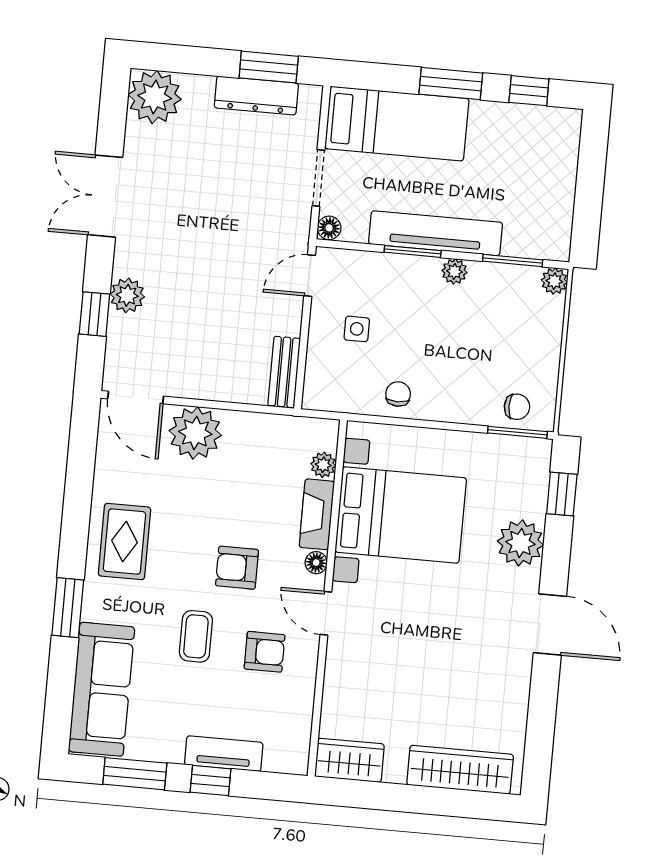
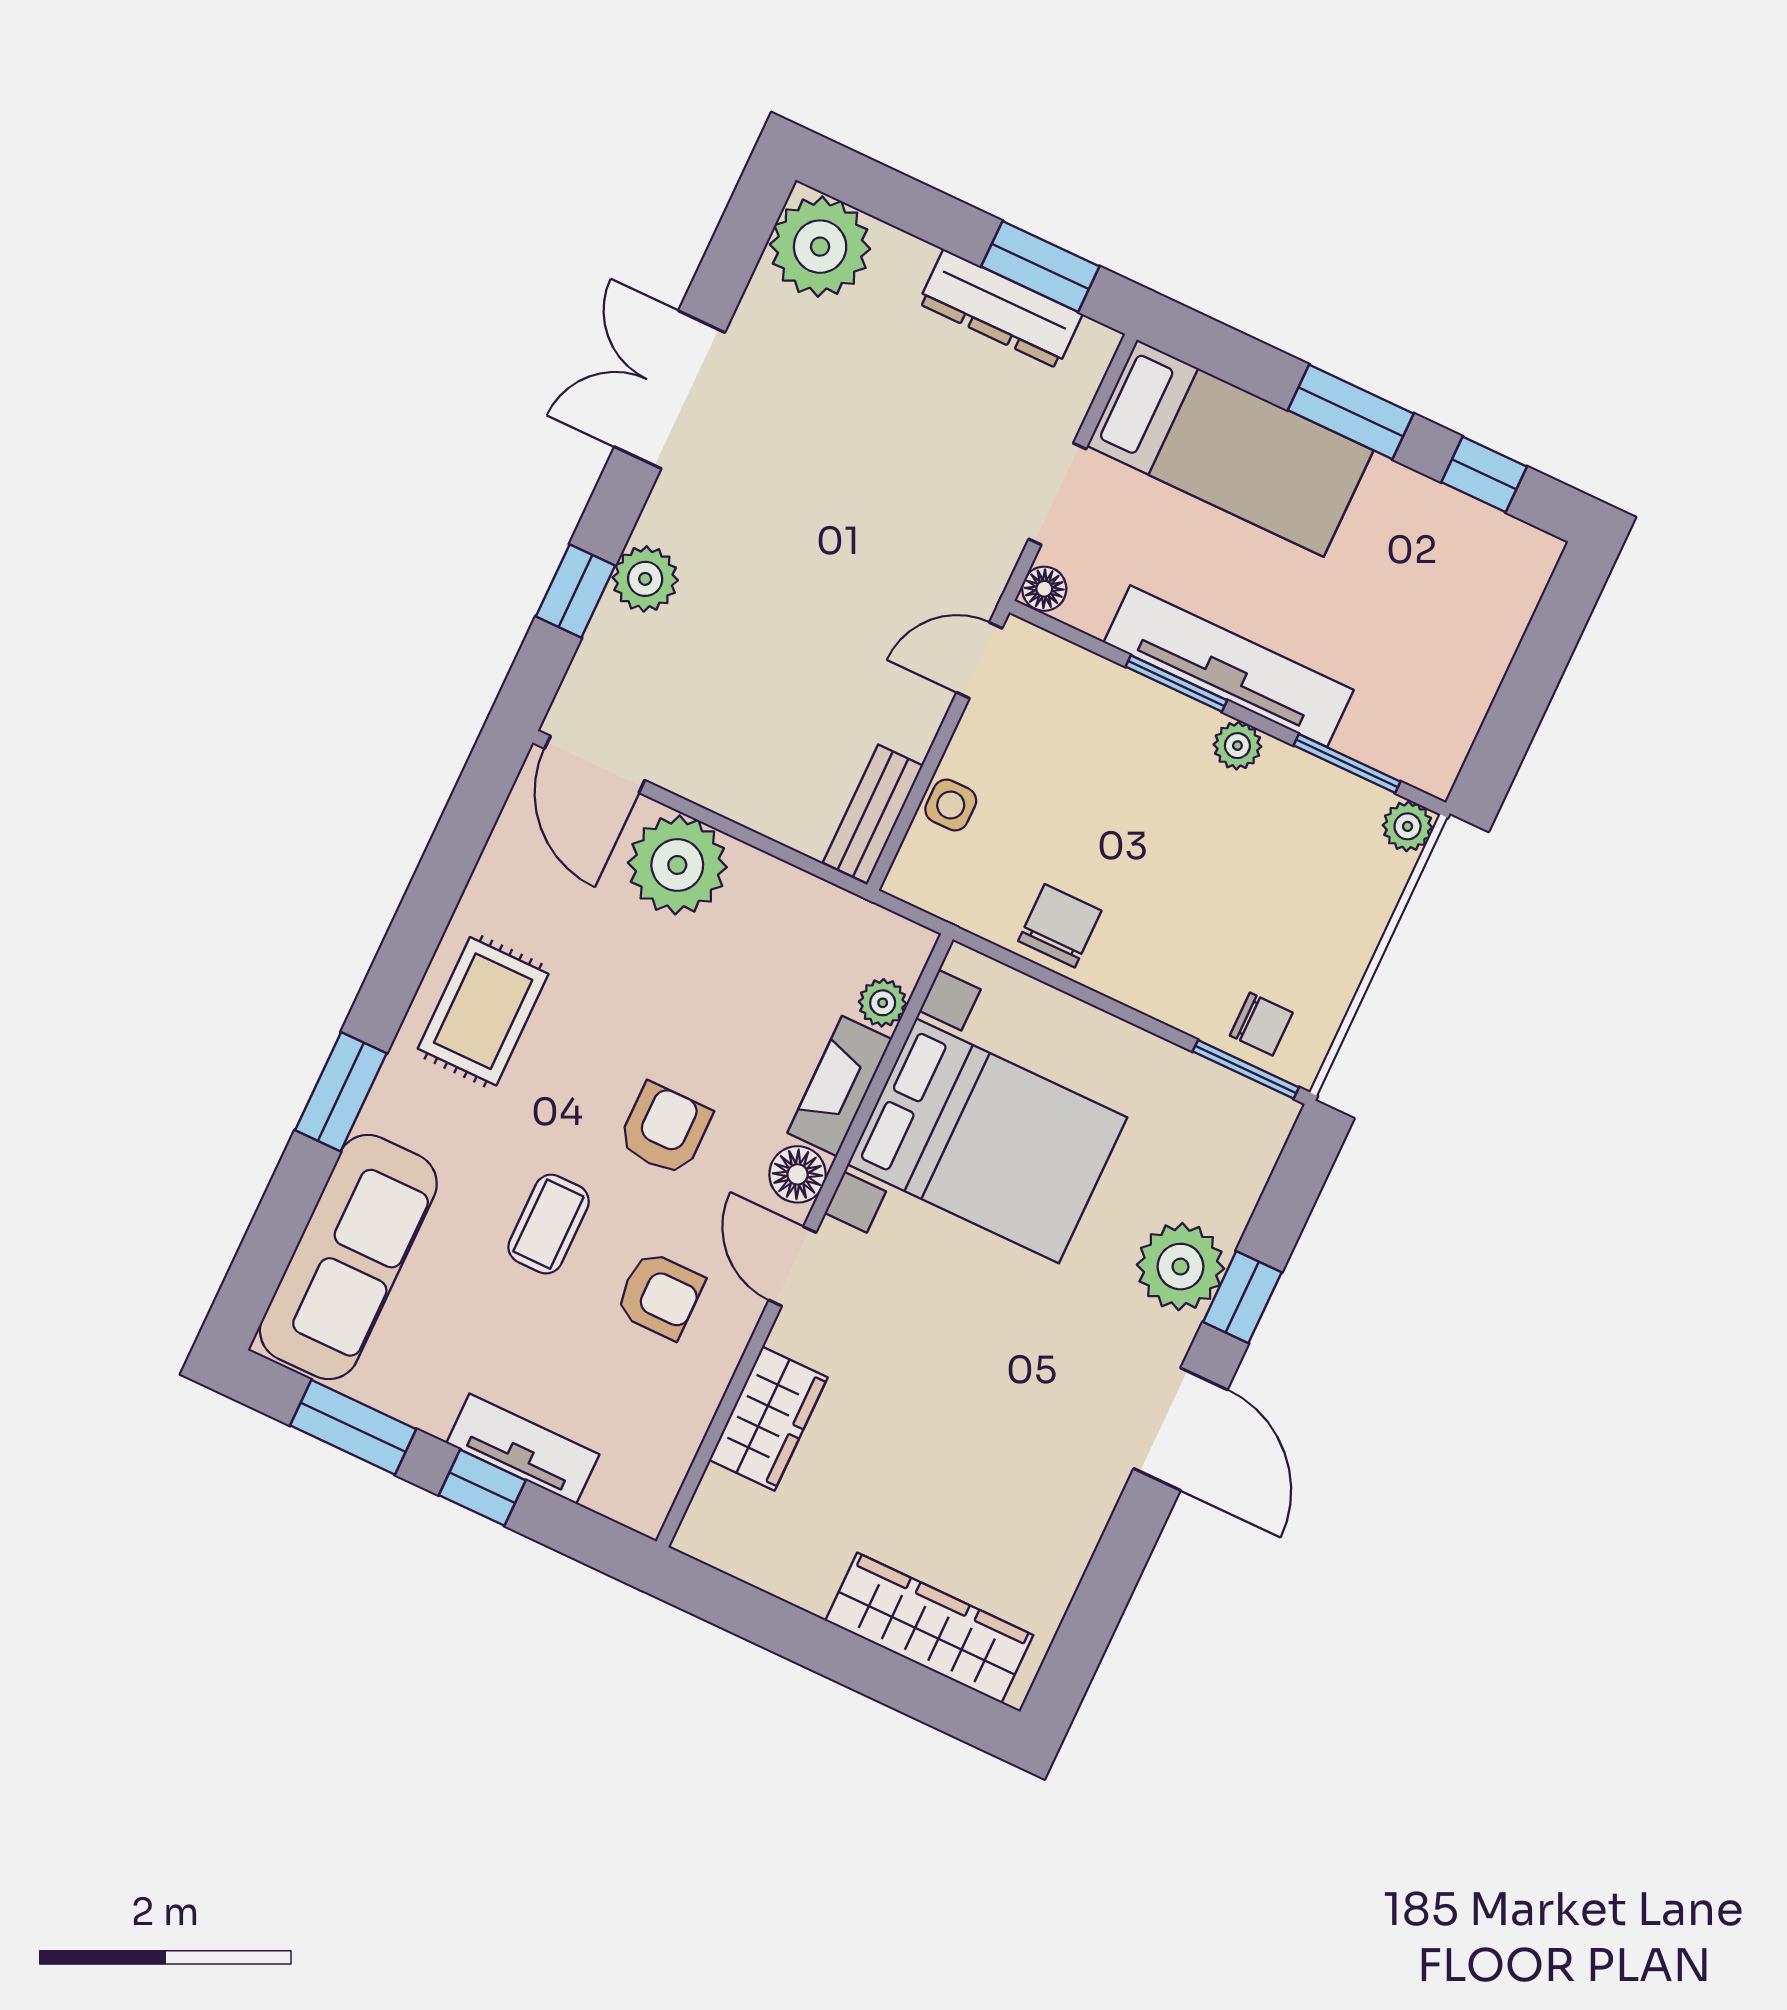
side table: (357, 329) -> (951, 805), moved
chair: (398, 394) -> (1060, 926), width x1.37, depth x1.37
window: (562, 494) -> (1242, 1297), moved
floor lamp: (316, 563) -> (798, 1174), width x1.37, depth x1.37
armchair: (237, 568) -> (665, 1129), turned 90
wardrobe: (349, 760) -> (768, 1419), moved, turned 90

